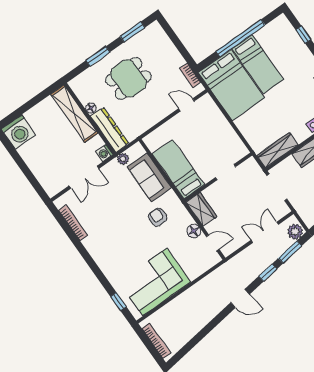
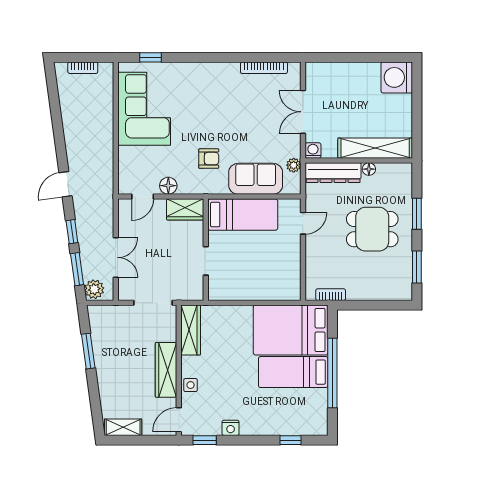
dining table: (128, 78) -> (372, 229), turned 90
door: (187, 105) -> (303, 223), moved
bookcase: (156, 341) -> (83, 68), width x0.64

